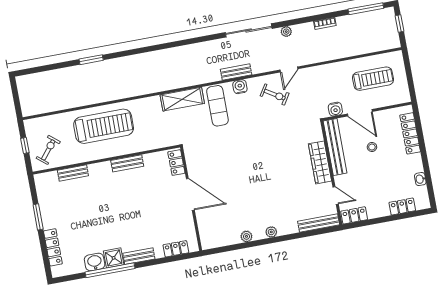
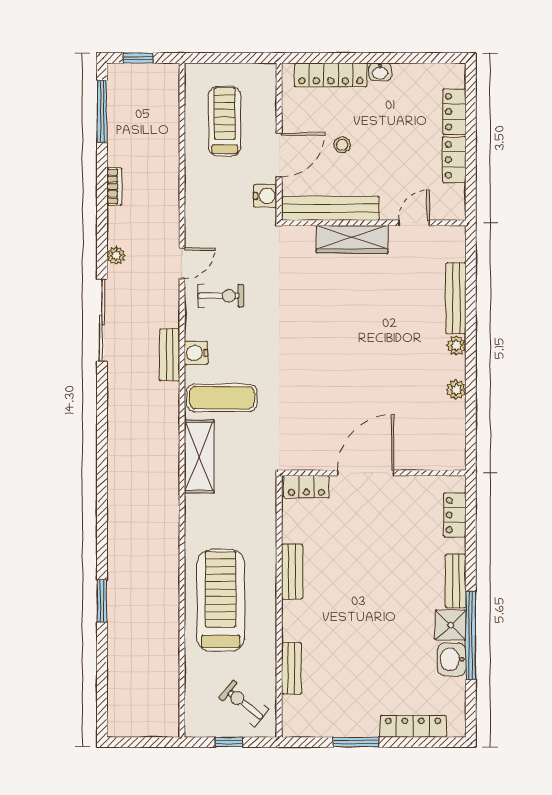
door: (289, 69) -> (182, 263), hinge flipped
exercise bike: (275, 95) -> (221, 296), turned 58
washbasin: (420, 179) -> (380, 72), moved
locker: (354, 215) -> (454, 160), moved
bench: (319, 223) -> (456, 298), moved

